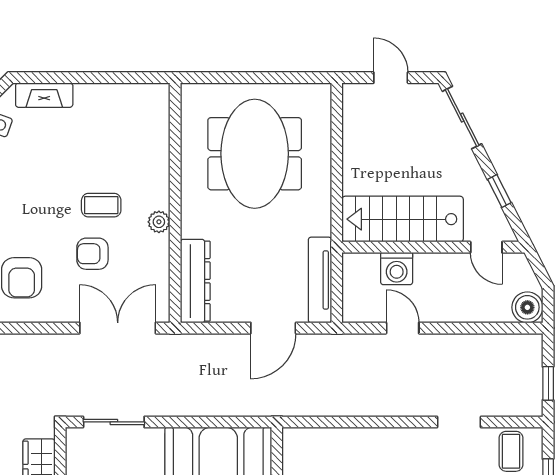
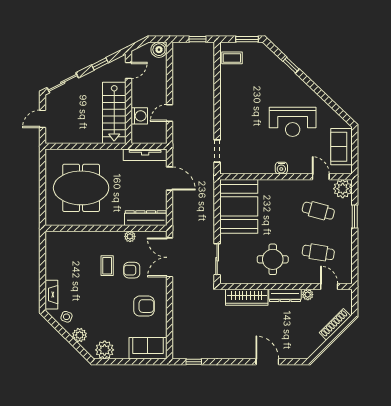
plant: (159, 222) -> (130, 236), moved
armchair: (92, 254) -> (132, 270), turned 90
doorway: (459, 422) -> (217, 151), moved

